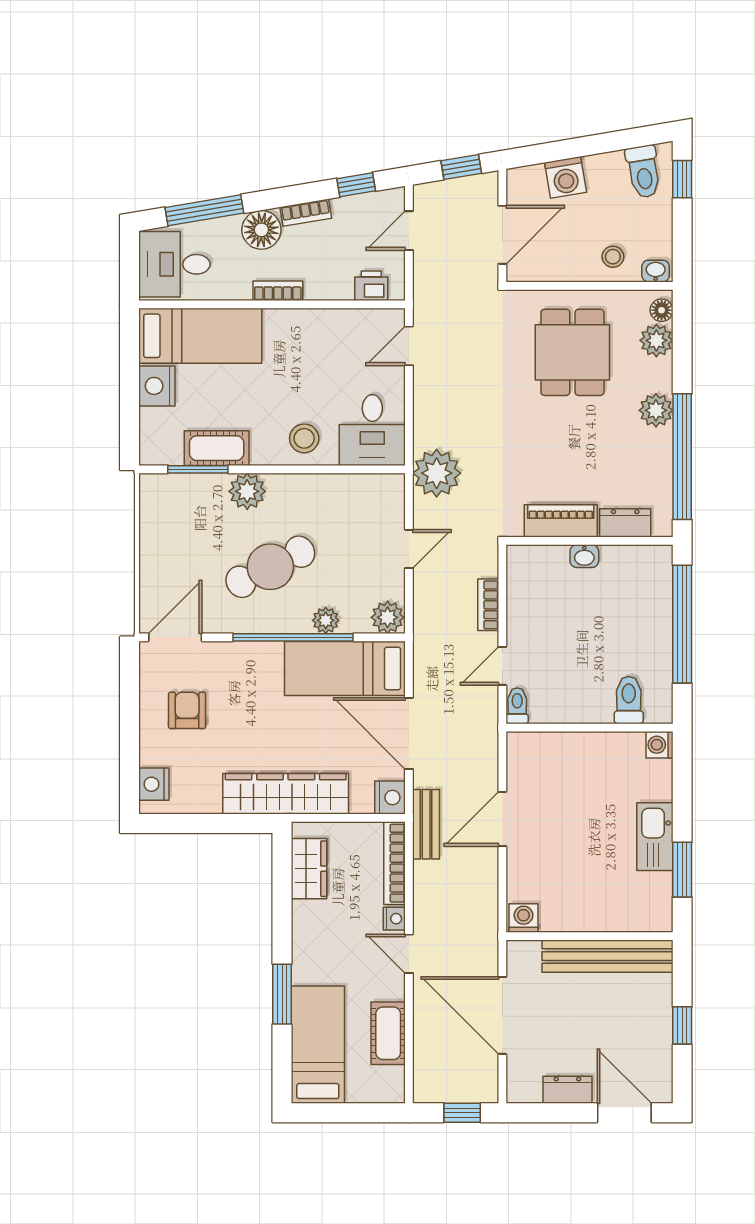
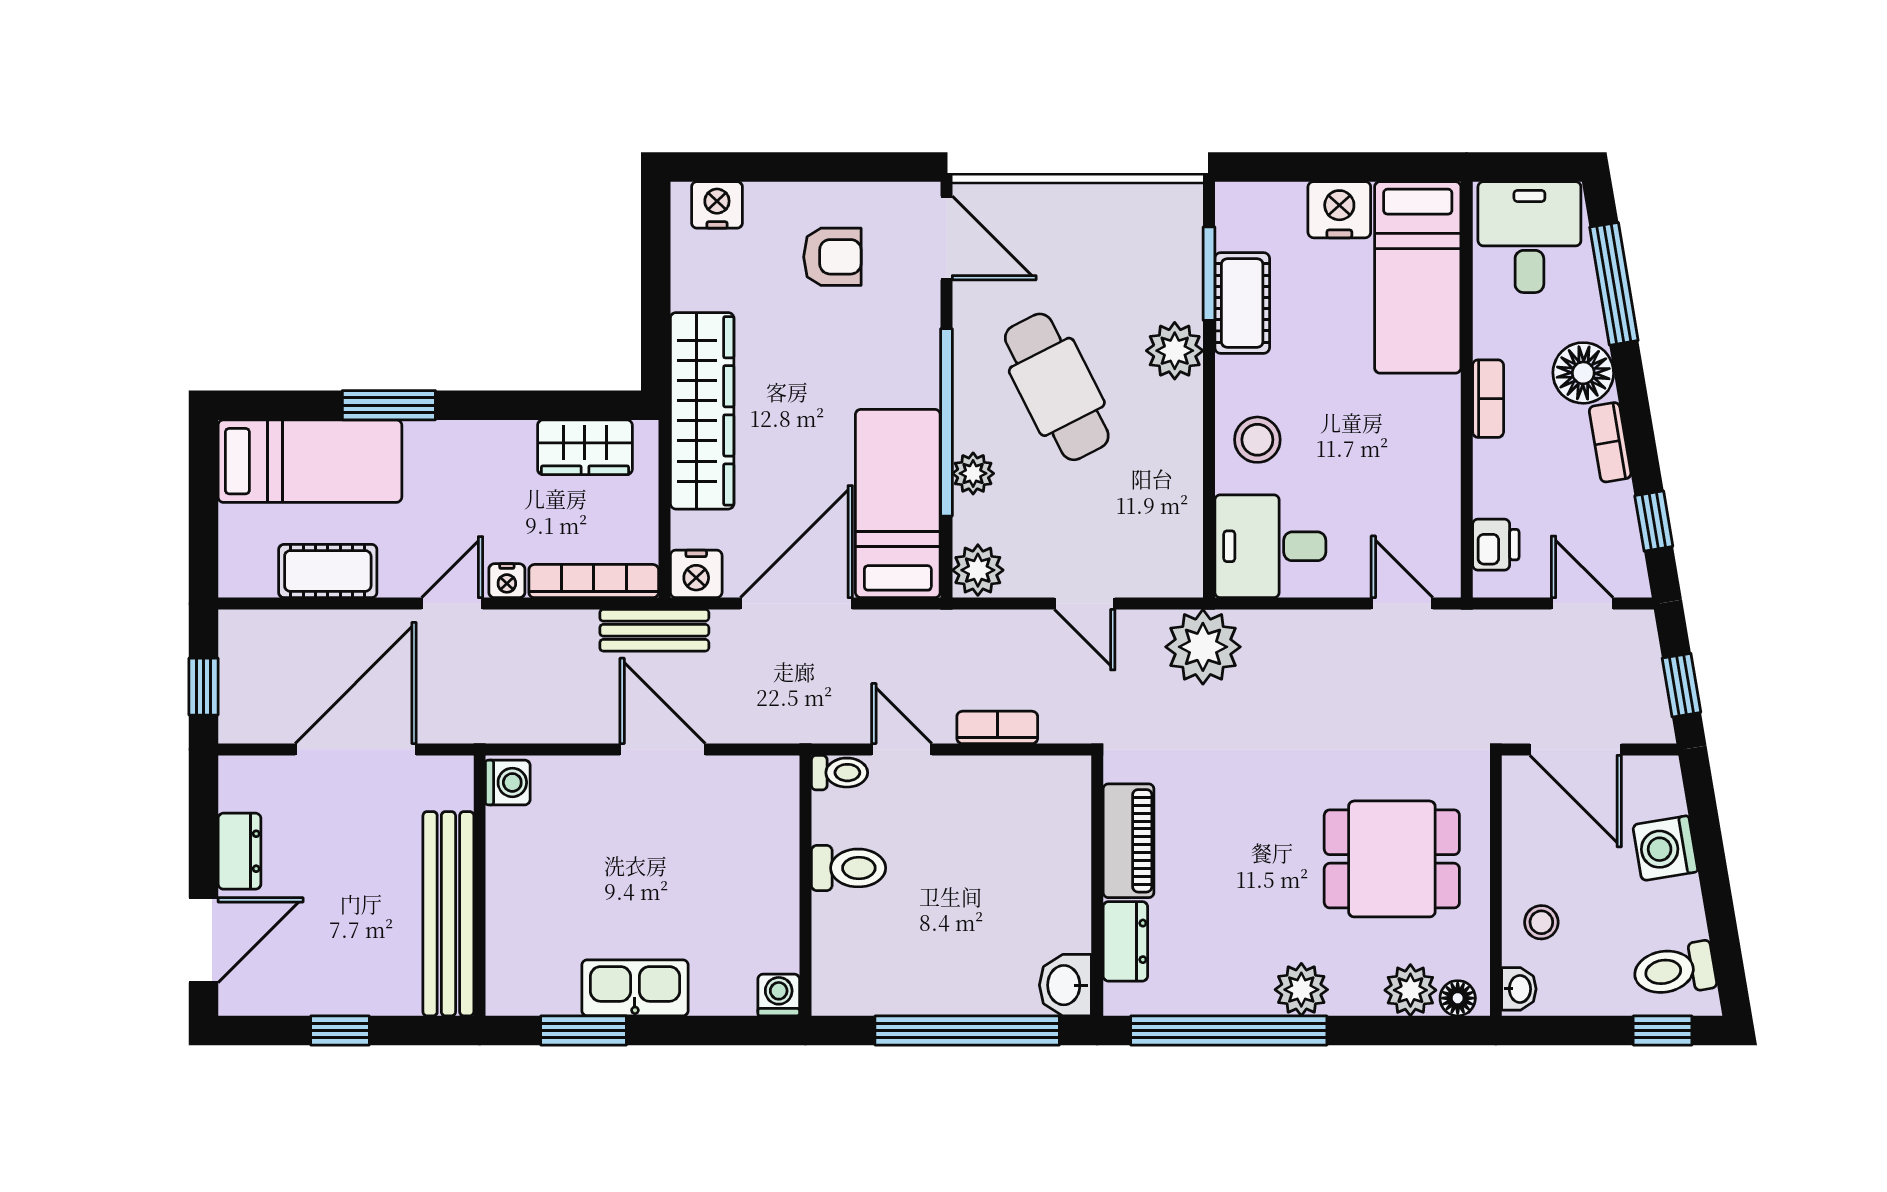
washbasin: (584, 556) -> (1065, 985), moved, width x1.38, depth x1.45
toilet: (629, 700) -> (848, 868), moved

